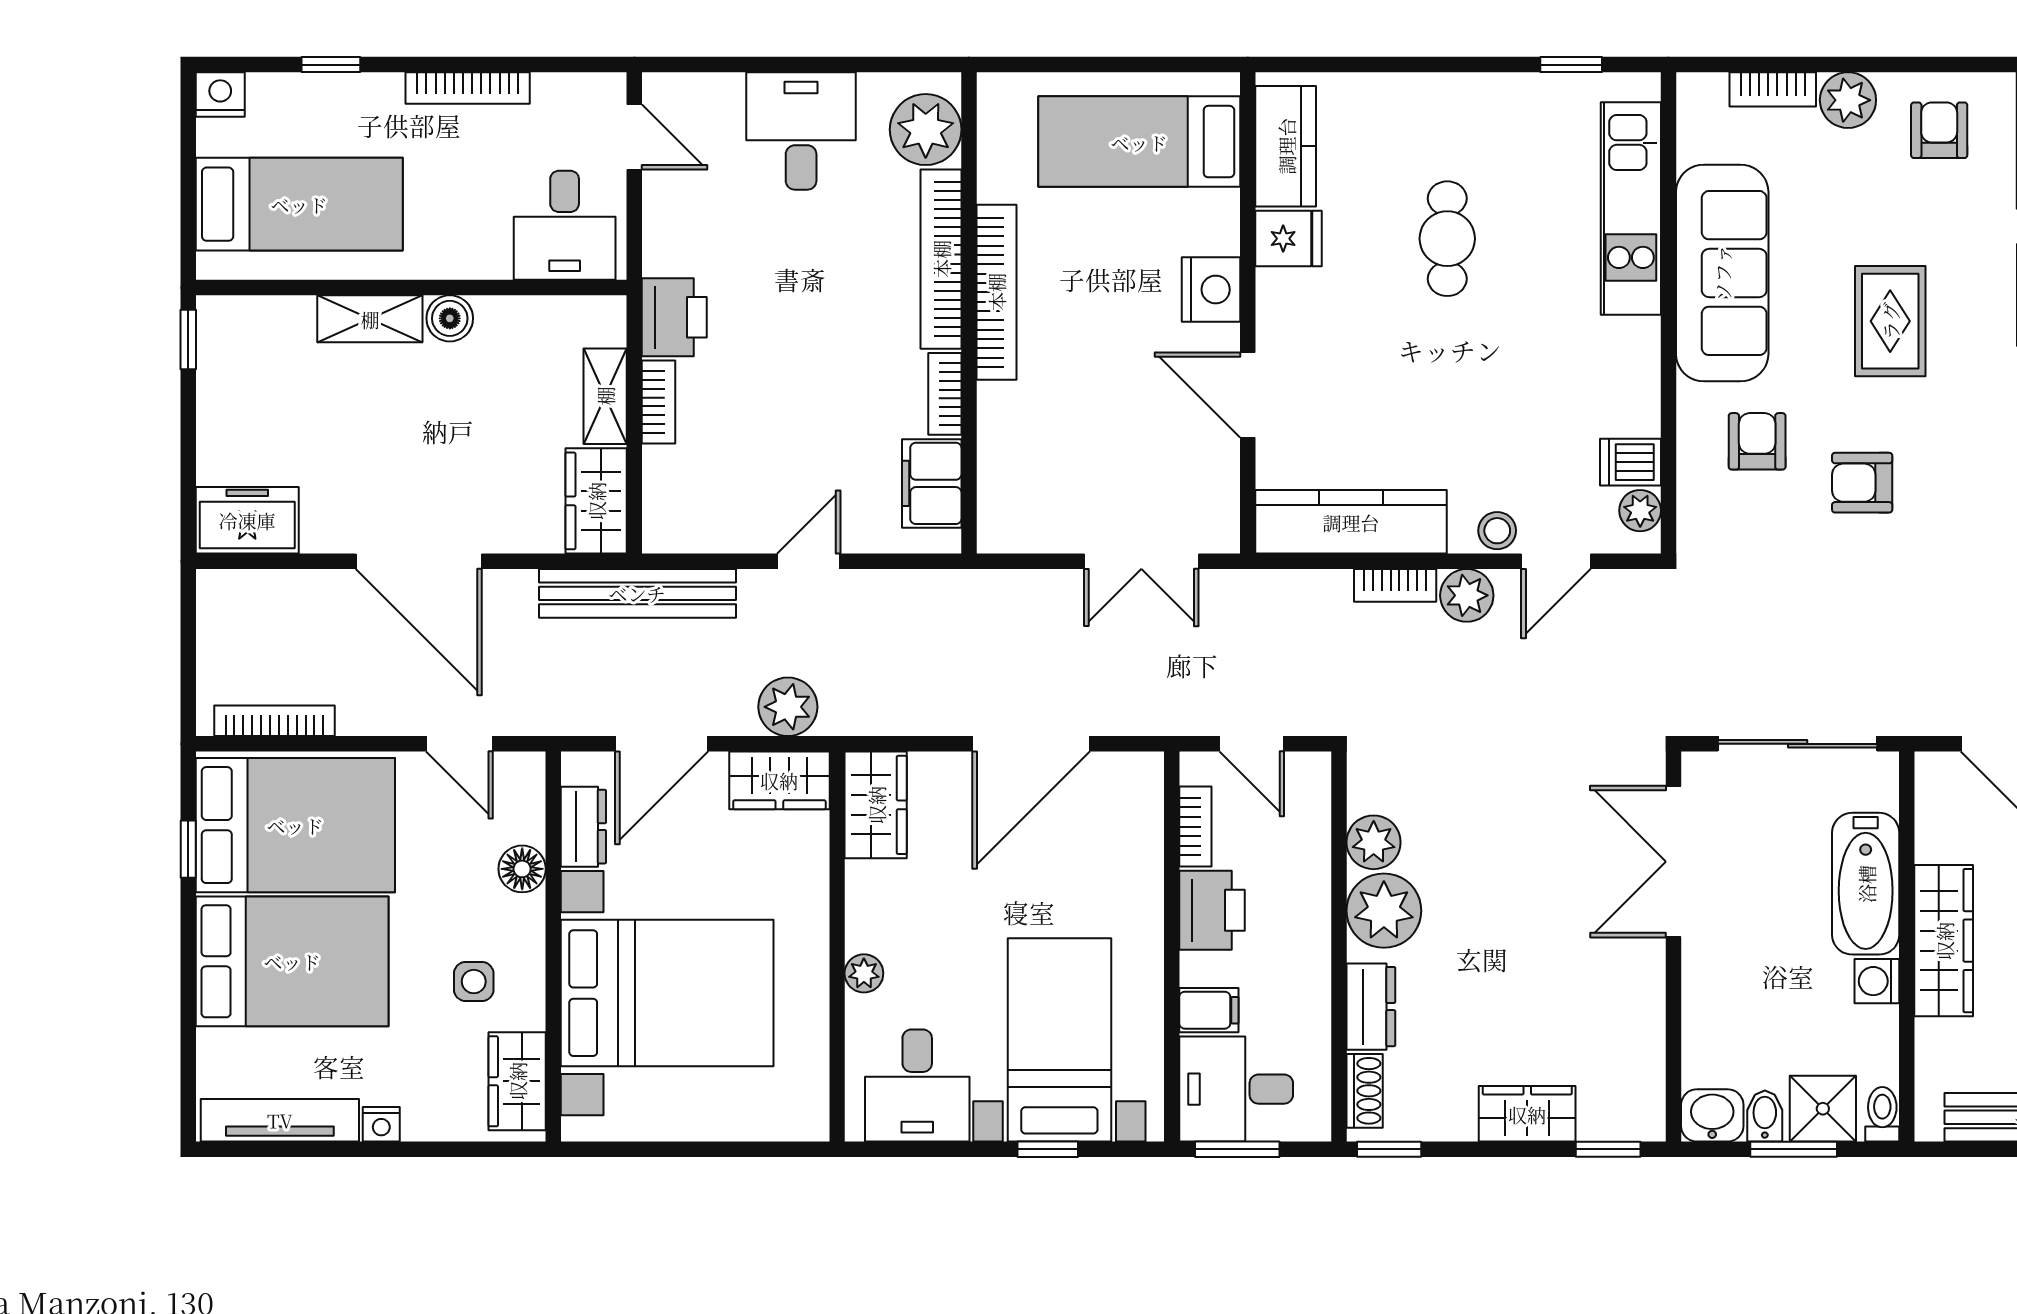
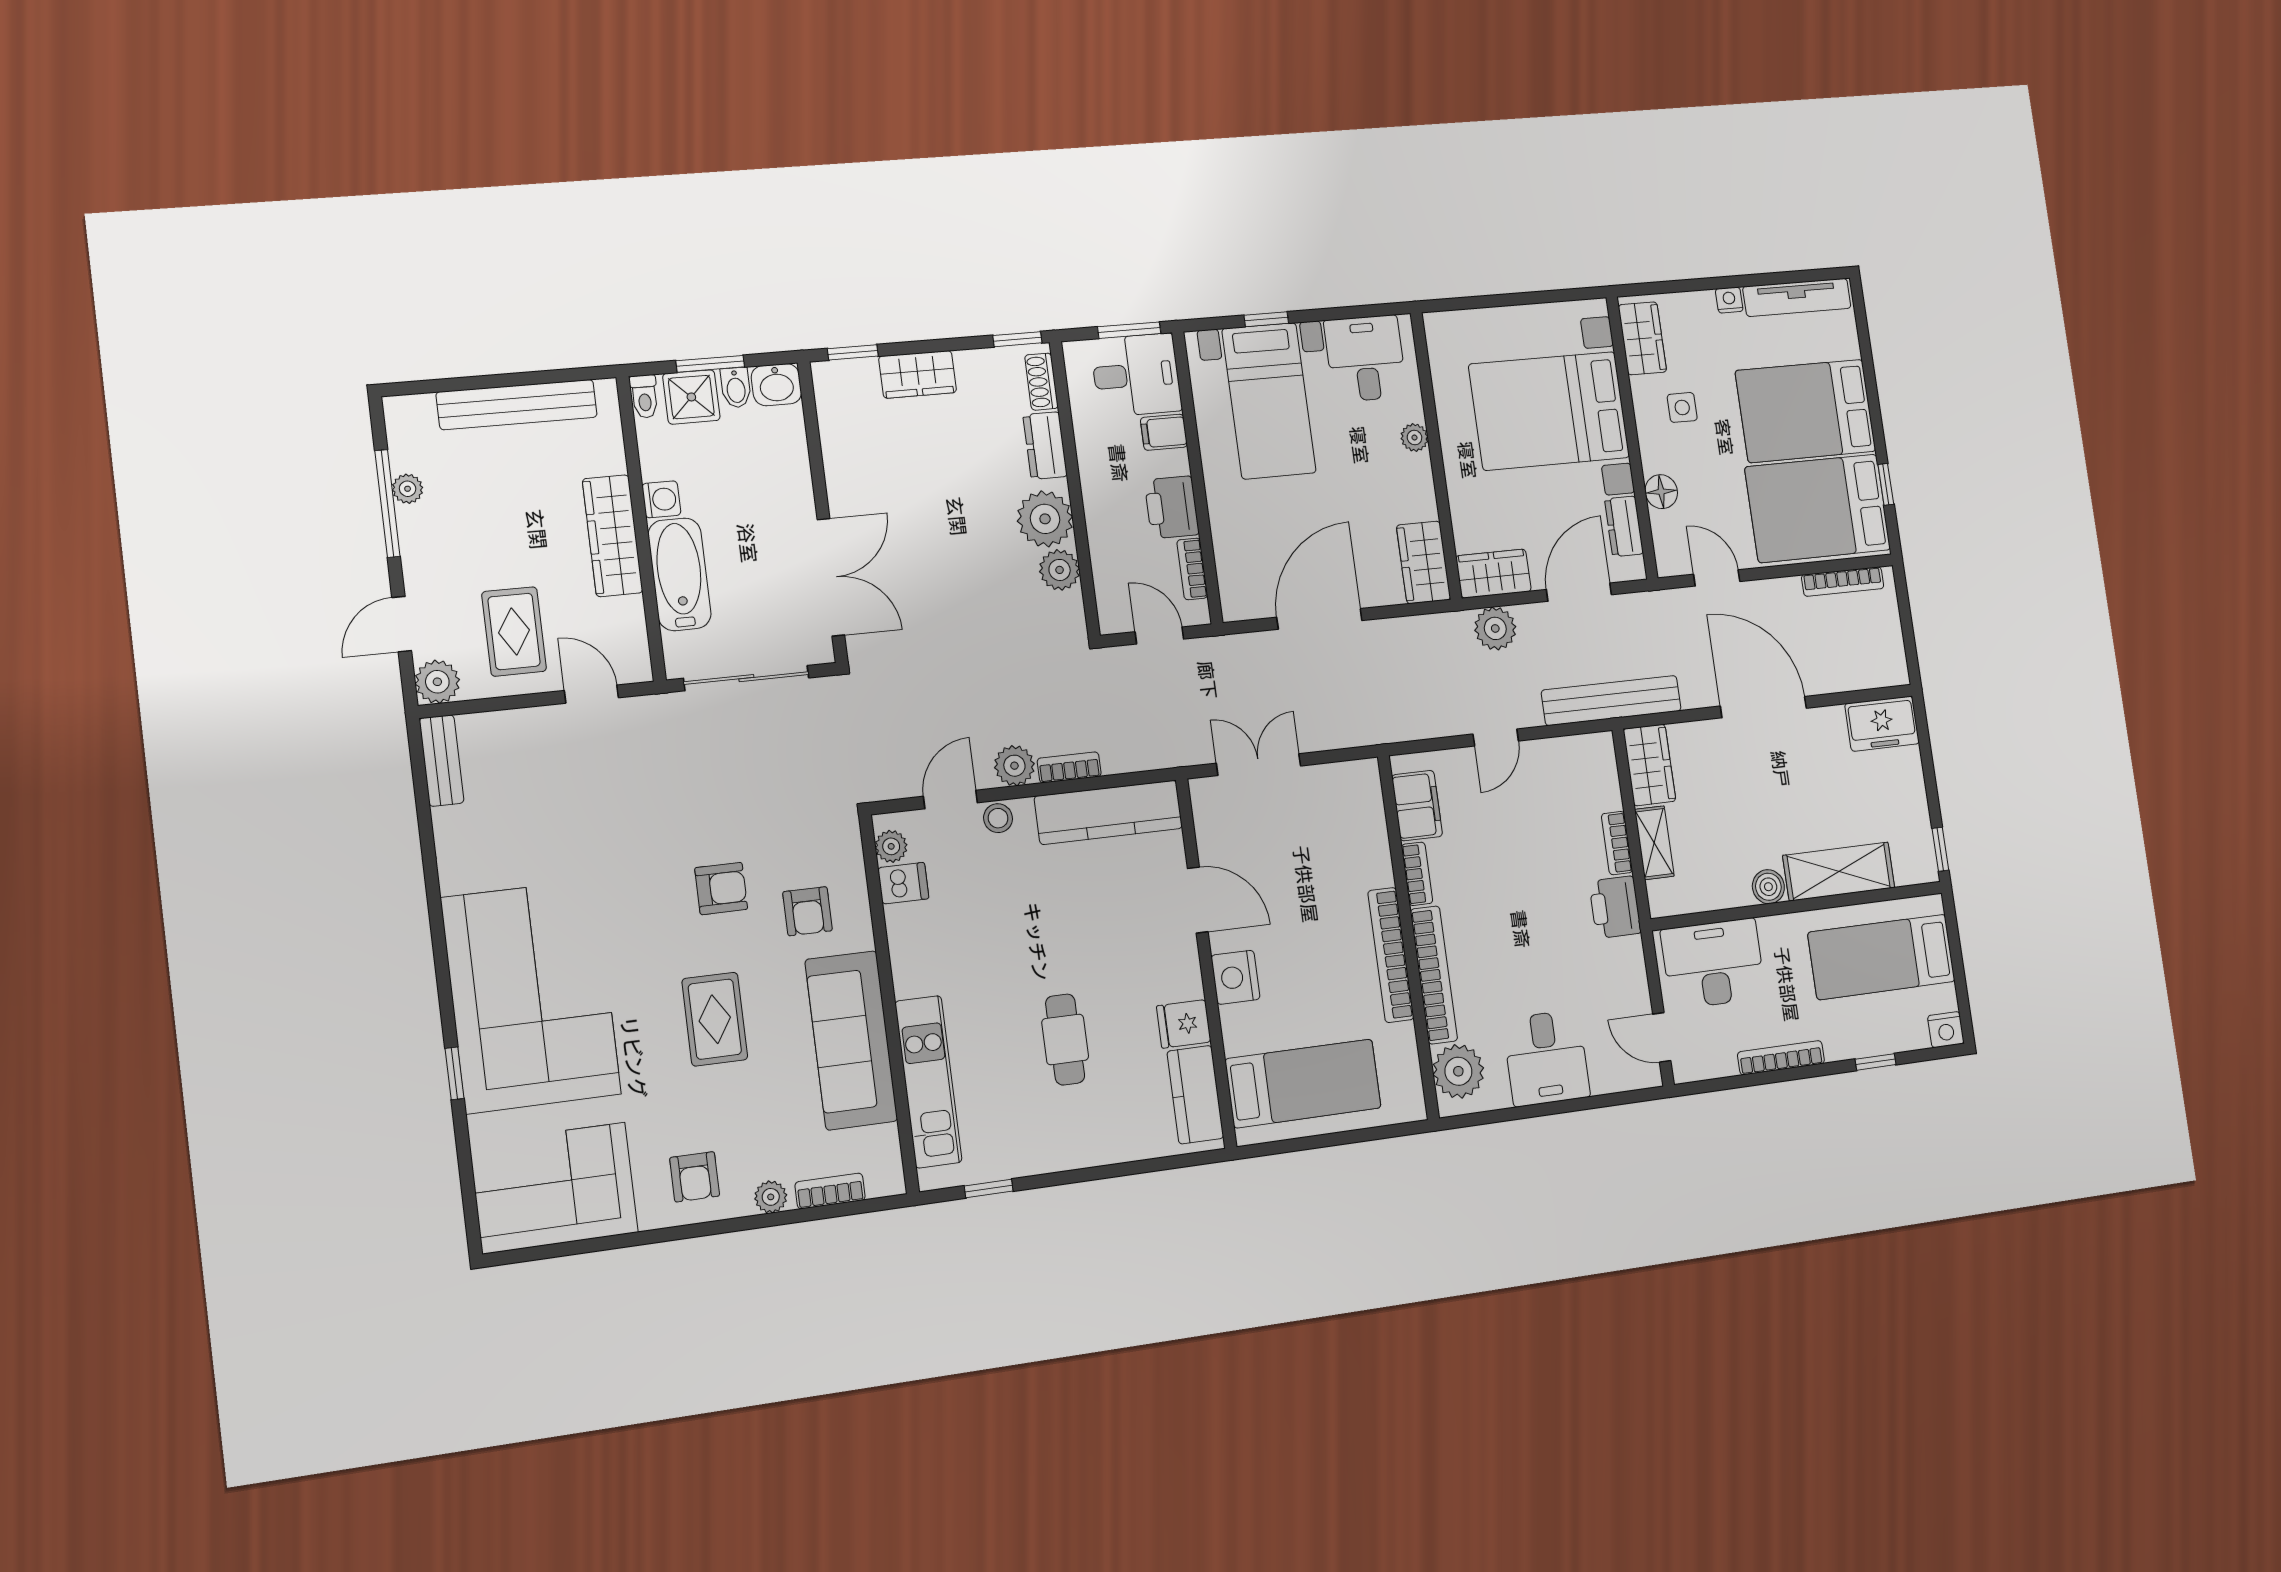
plant: (1848, 100) -> (771, 1197), width x0.73, depth x0.73
desk: (565, 225) -> (1713, 964), width x1.37
shelving: (370, 319) -> (1839, 872), width x1.50, depth x1.33

